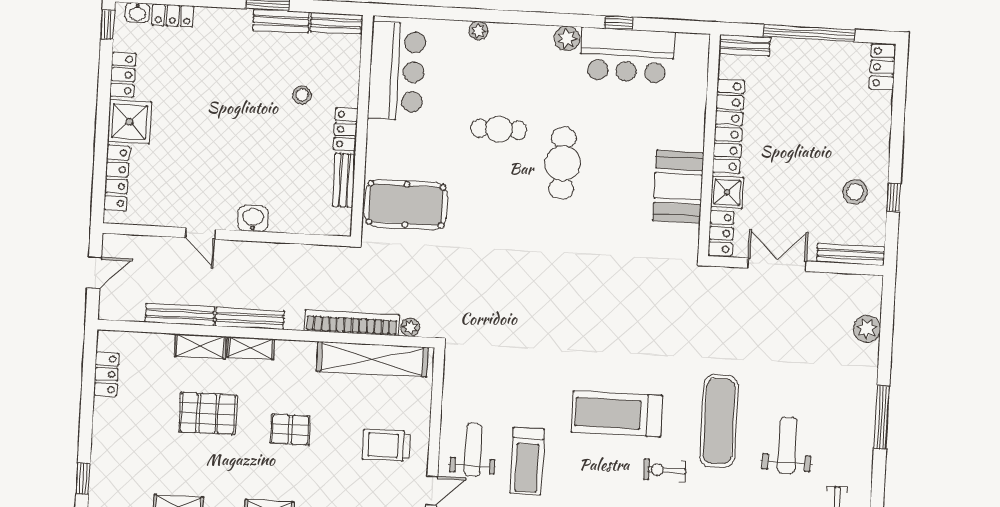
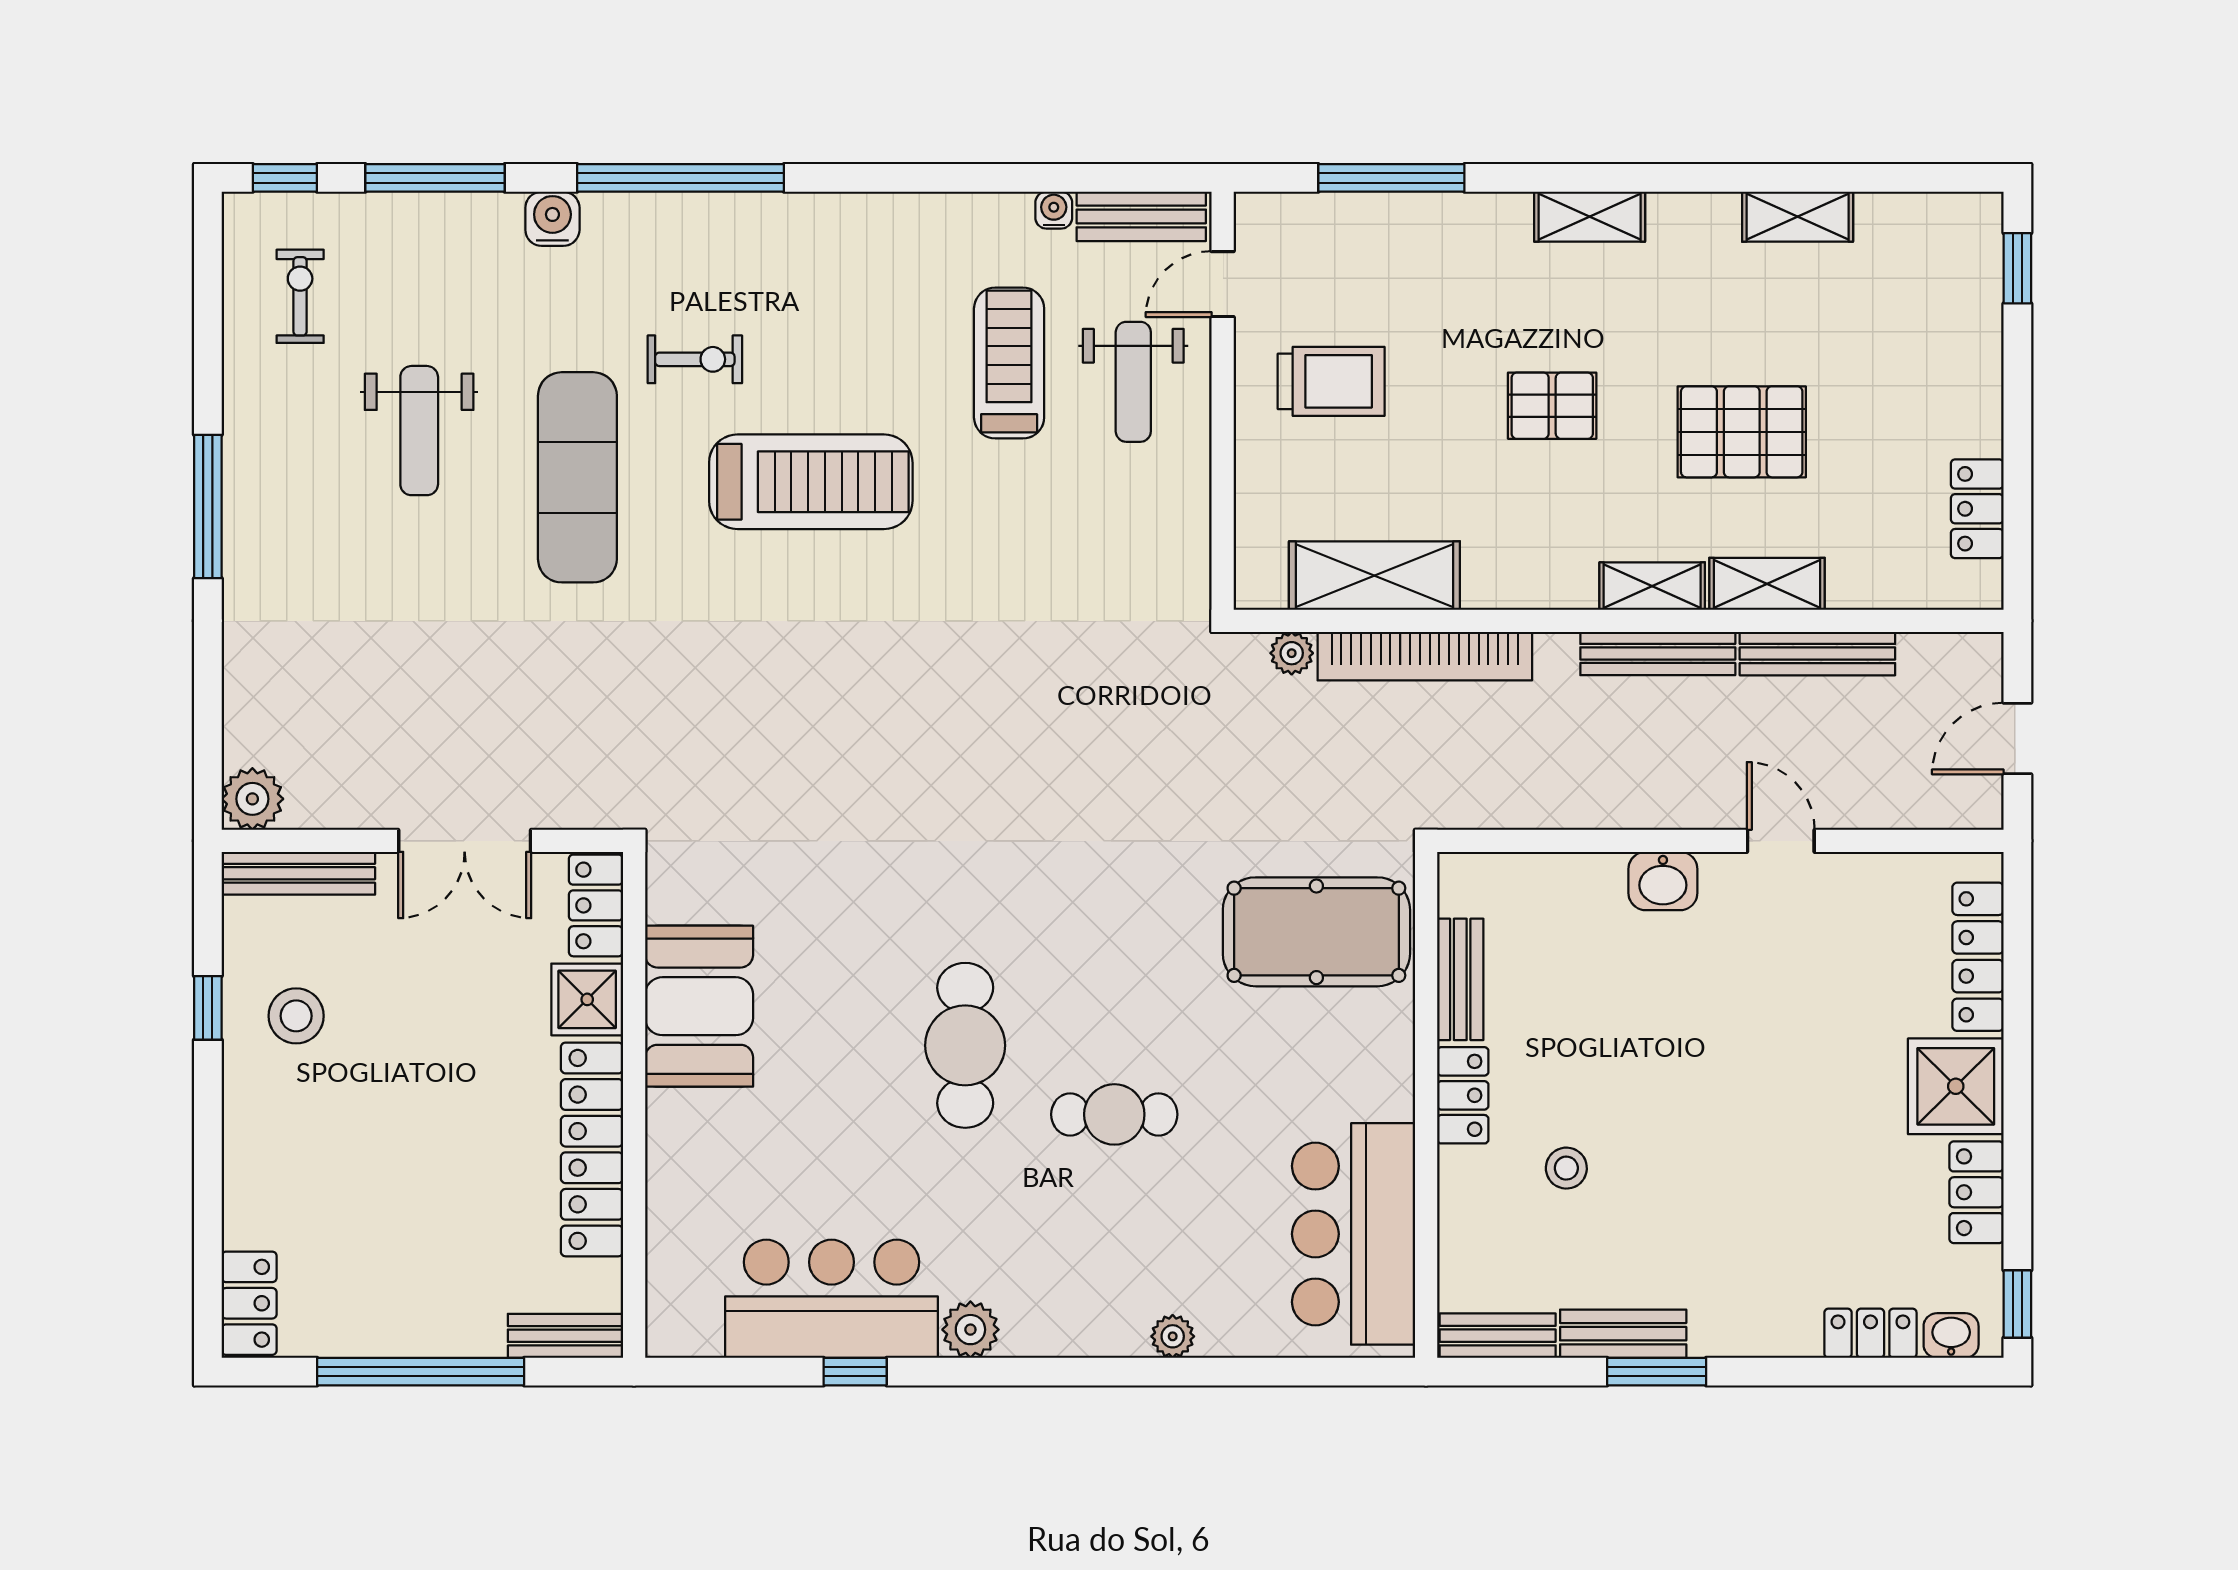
plant: (867, 329) -> (252, 799), moved
shelving: (372, 359) -> (1374, 576), width x0.68

